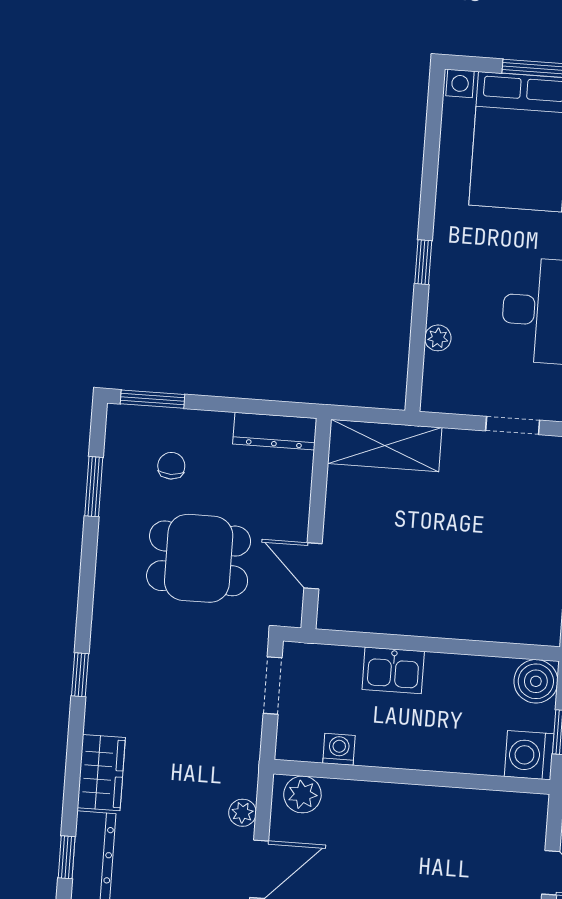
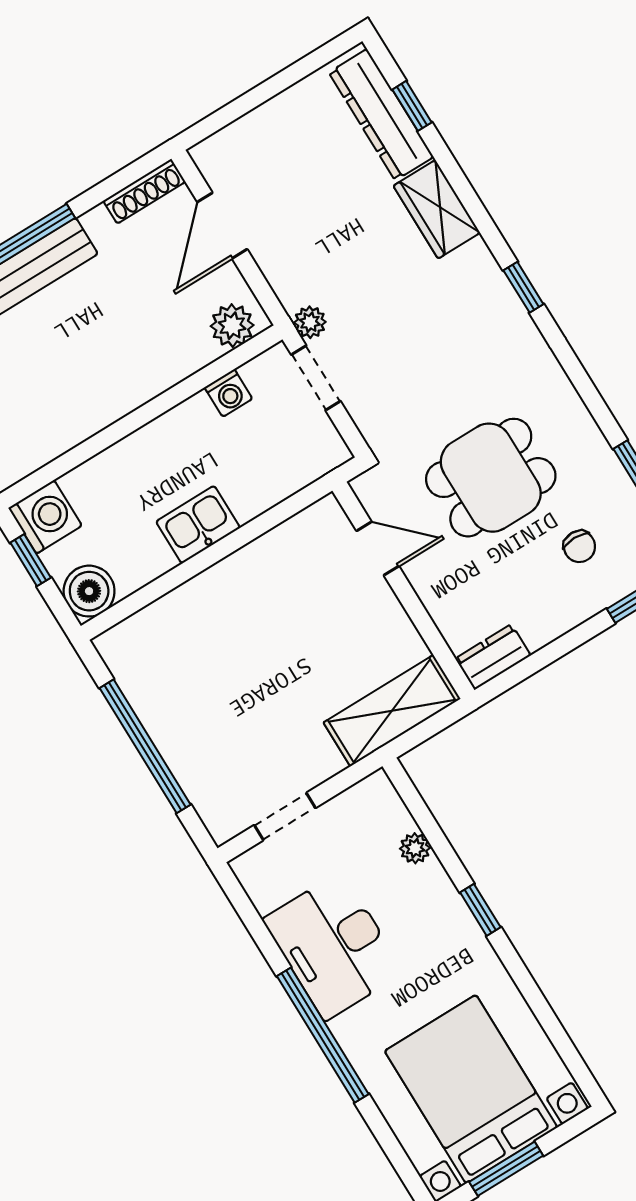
dresser: (275, 431) -> (493, 657), width x0.70
kitchen sink: (393, 670) -> (198, 525), moved
doorway: (273, 685) -> (316, 378), moved
plant: (242, 813) -> (310, 322), moved

